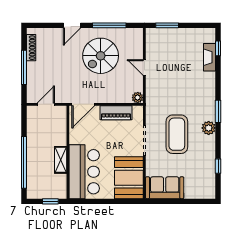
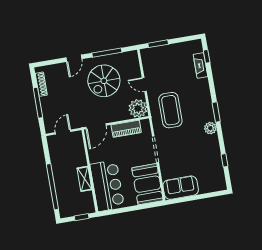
plant: (138, 98) -> (138, 108), width x1.88, depth x1.88
coffee table: (177, 134) -> (170, 110), moved

